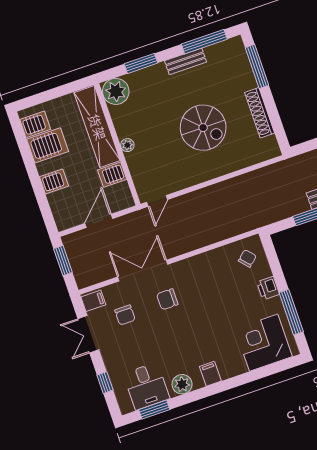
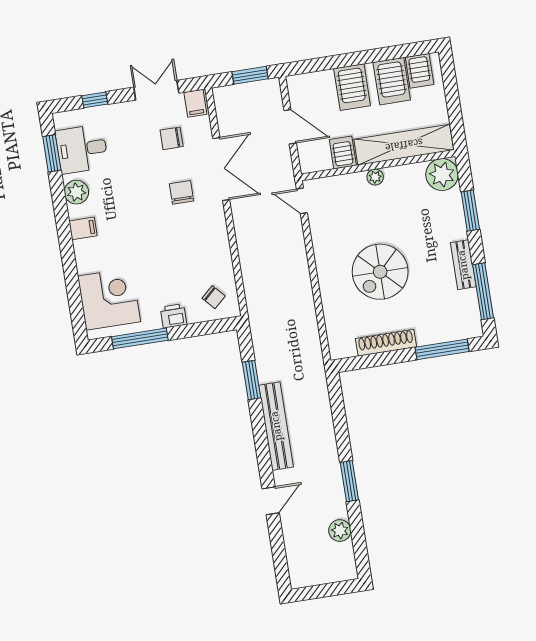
server rack: (54, 181) -> (352, 87), width x1.36, depth x1.44

